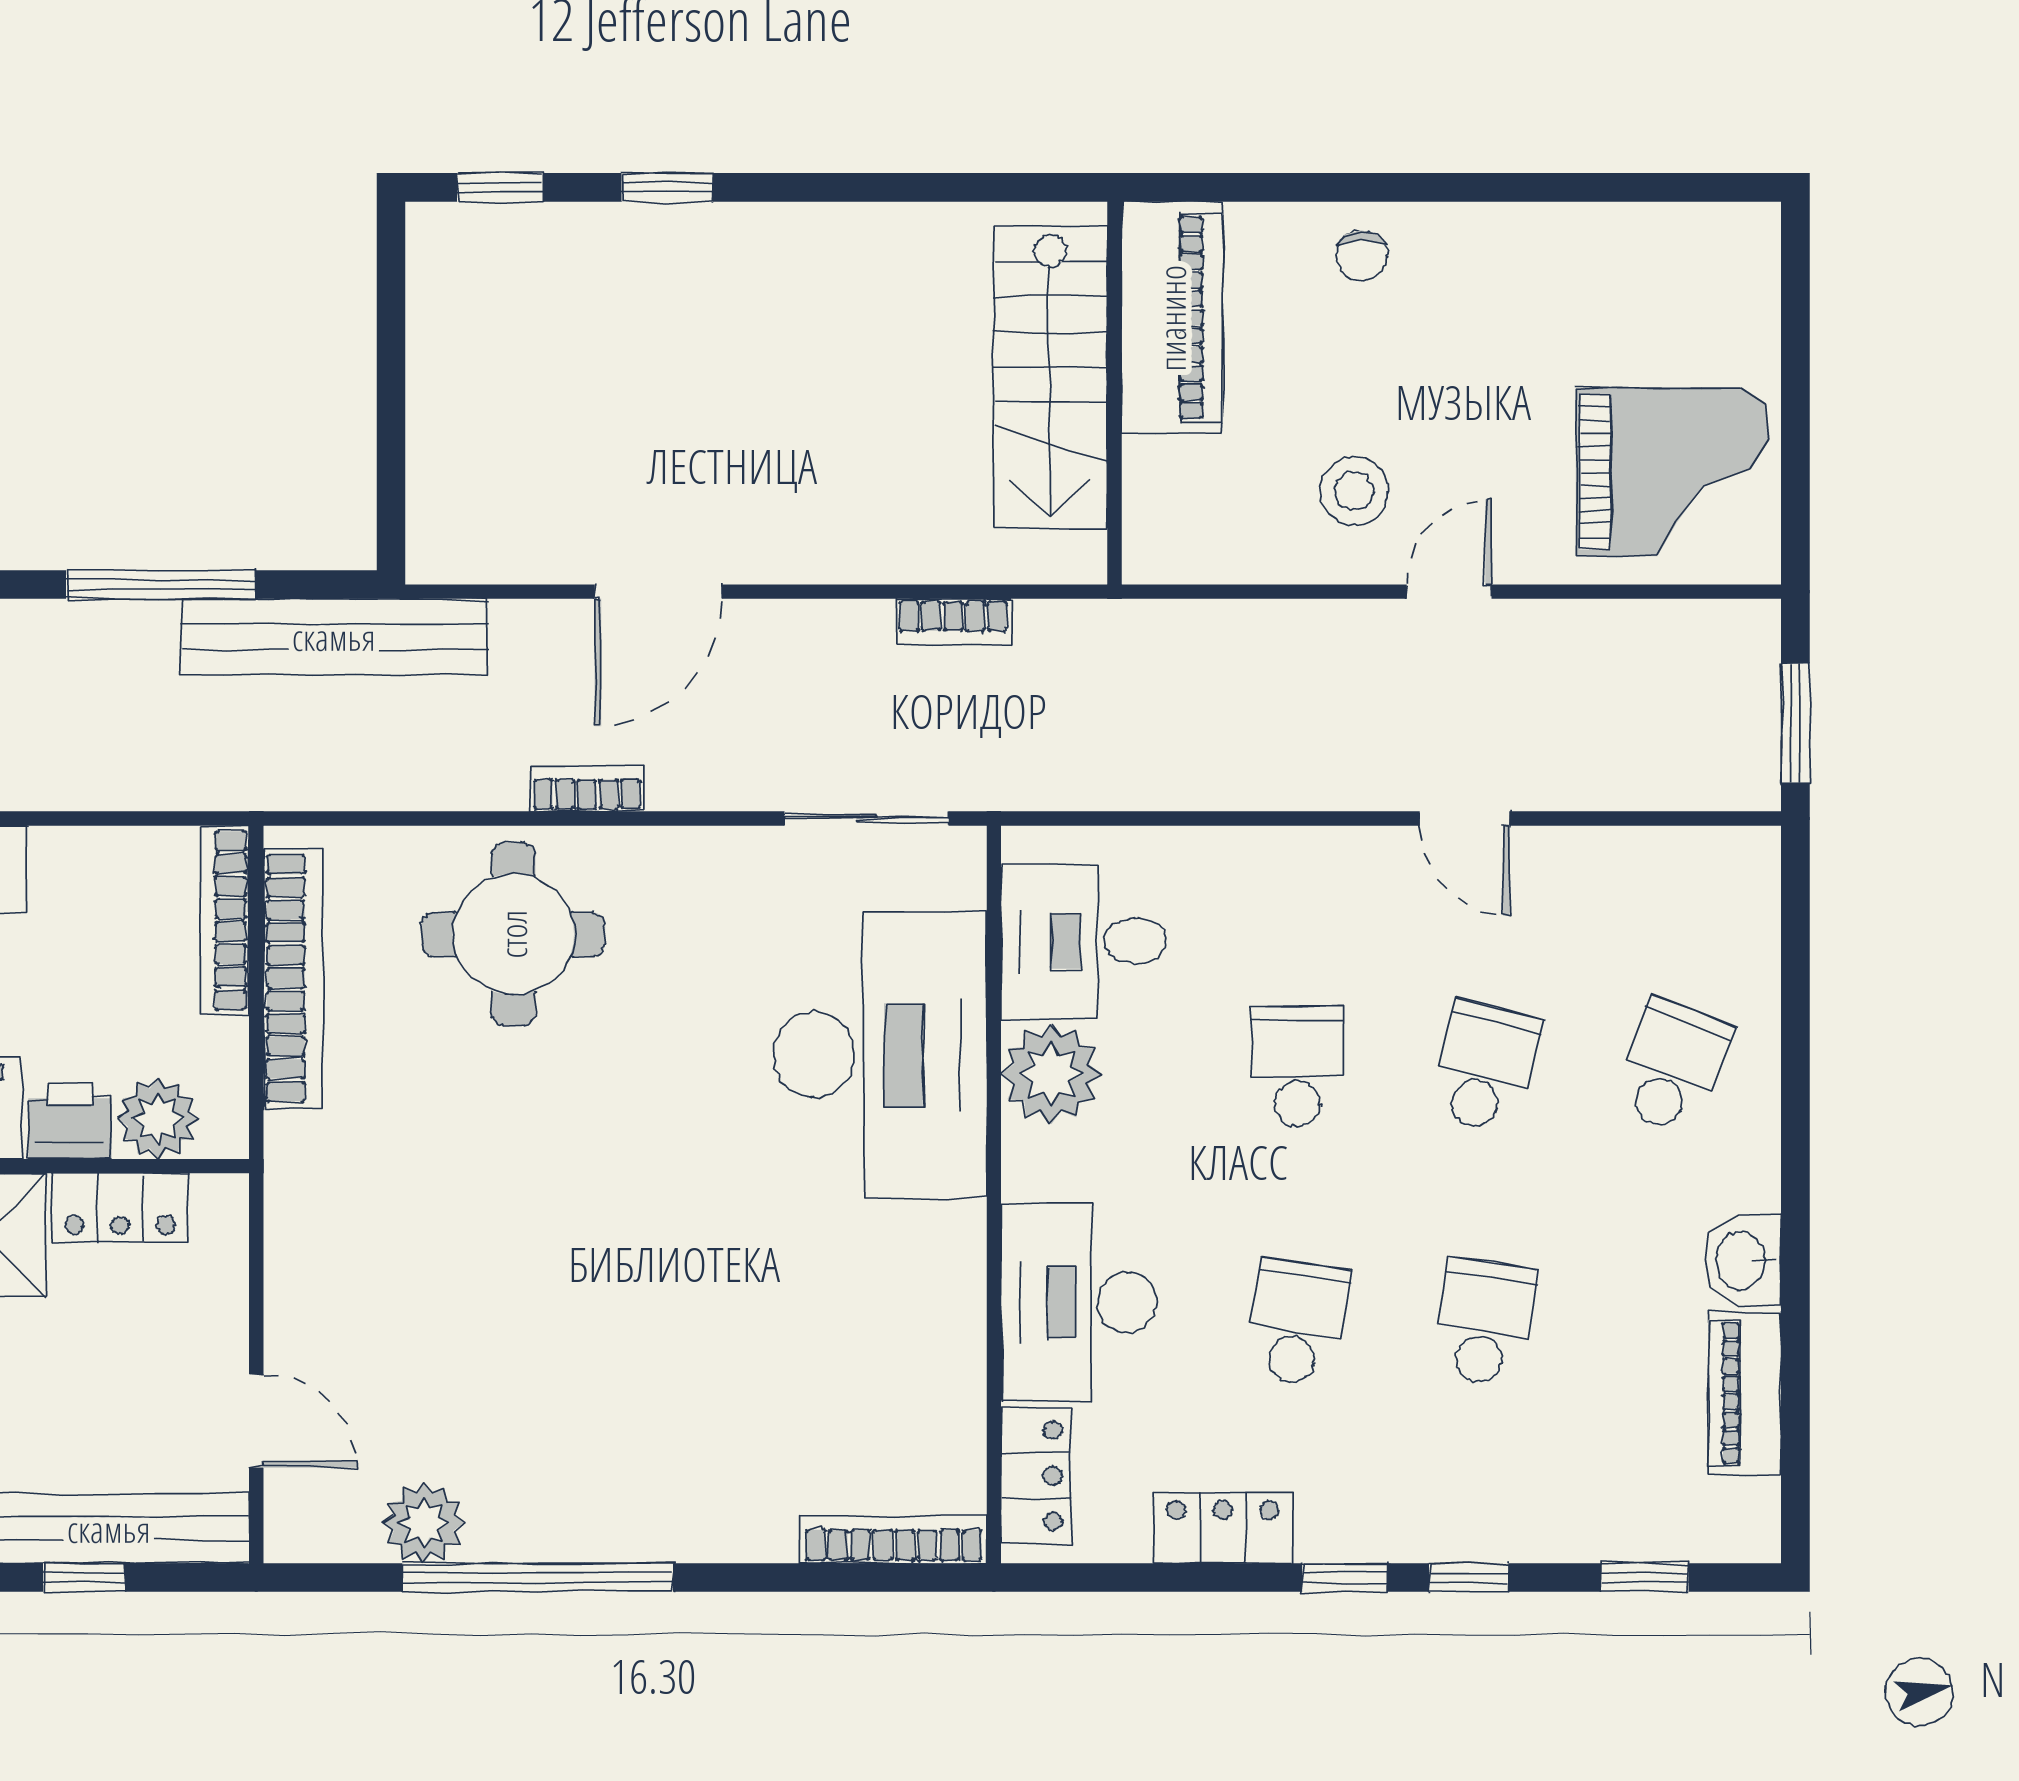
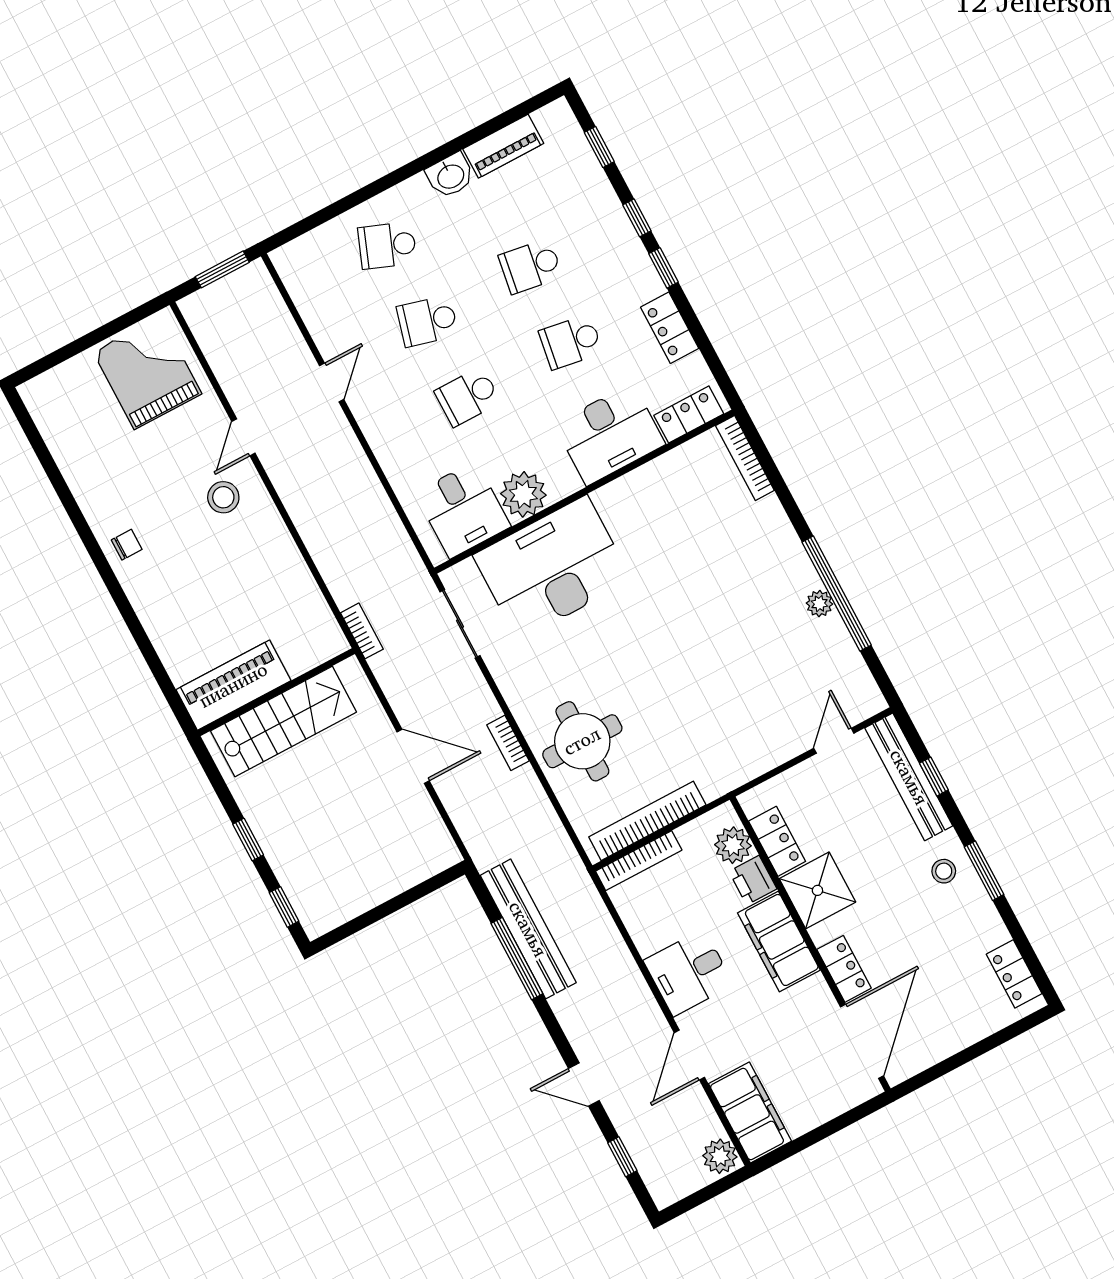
piano: (1172, 318) -> (233, 685), moved
stairs: (1050, 377) -> (284, 721), moved
wall: (1114, 393) -> (276, 692), moved
door: (1449, 592) -> (243, 437), hinge flipped
bench: (334, 637) -> (528, 929), moved
plant: (424, 1523) -> (819, 604), moved, width x0.73, depth x0.73

